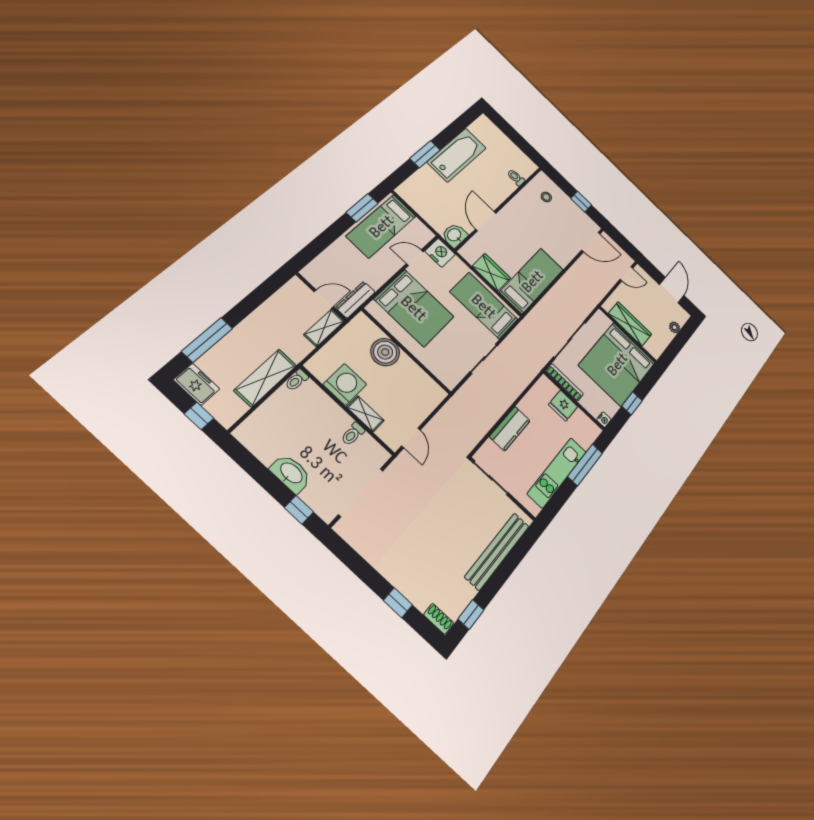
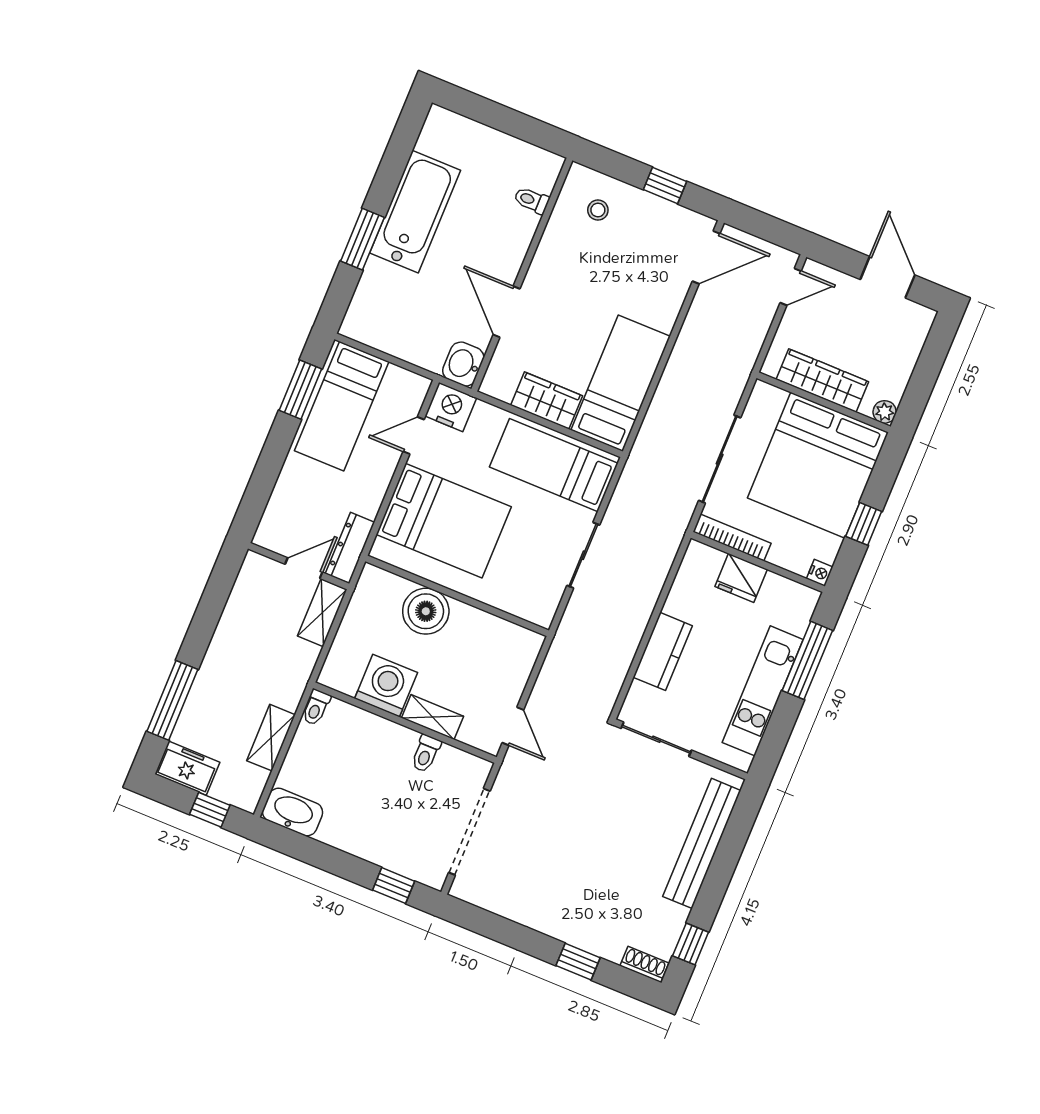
plant: (675, 327) -> (885, 412), moved
shelving: (265, 378) -> (271, 738), width x0.67, depth x0.75
washbasin: (291, 473) -> (293, 812), moved

